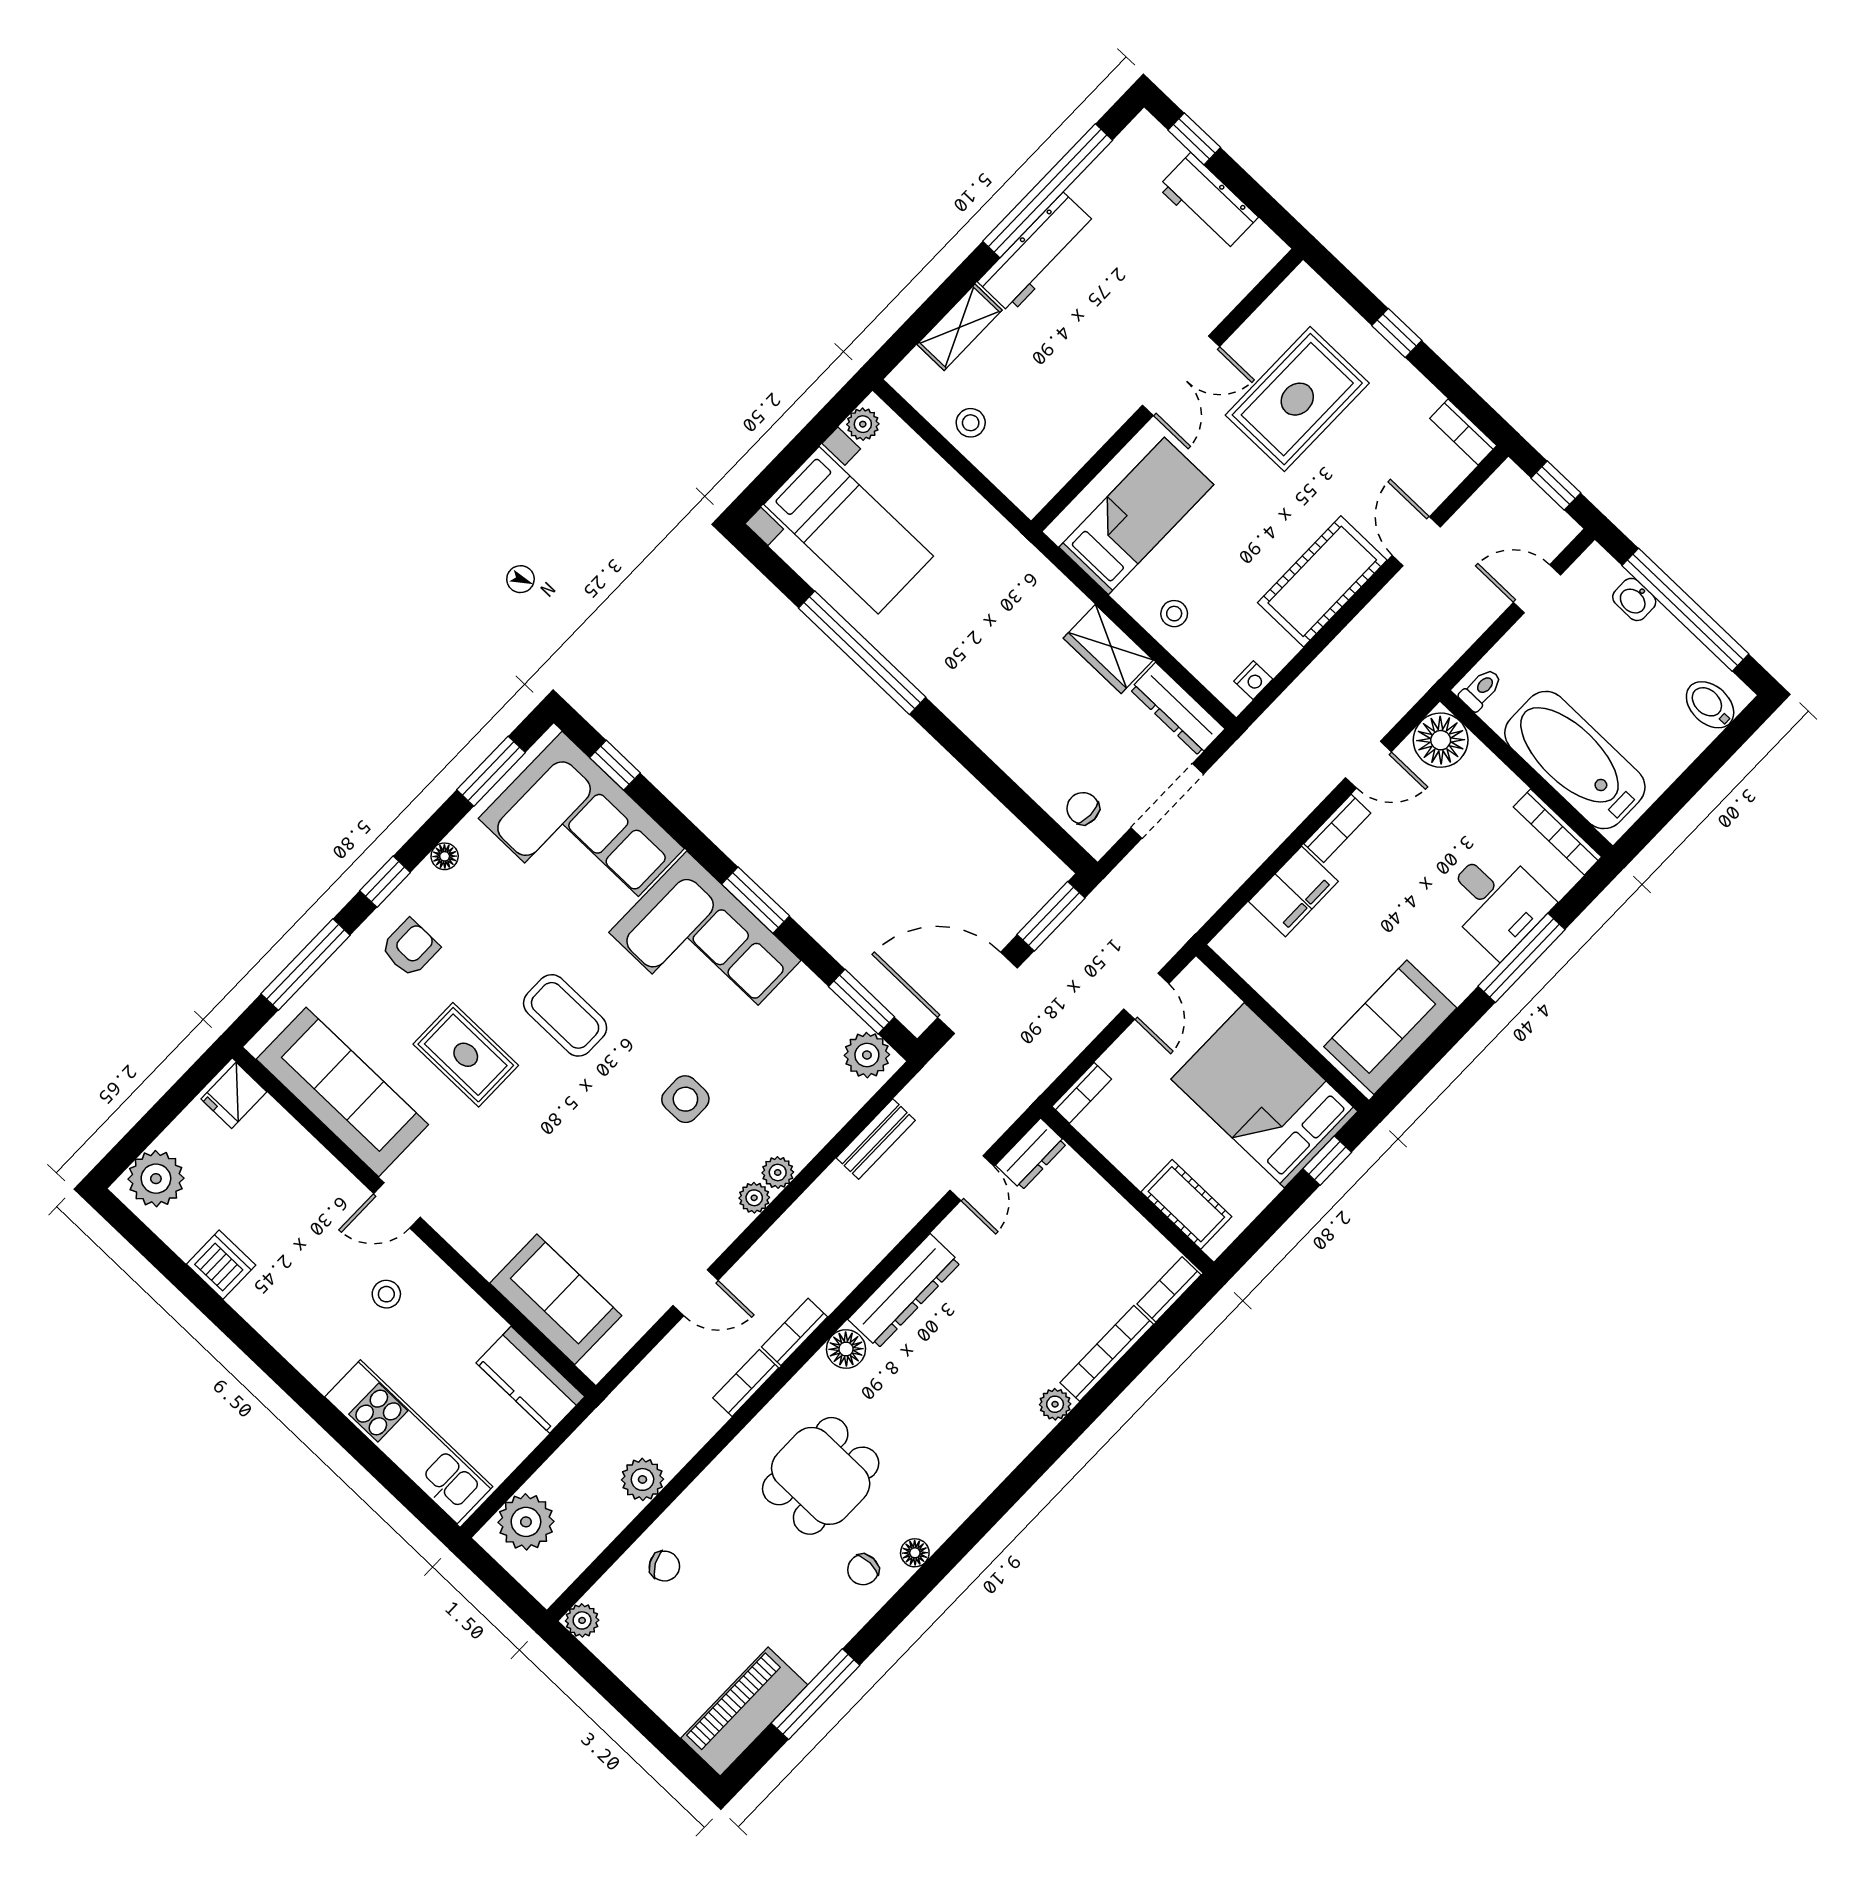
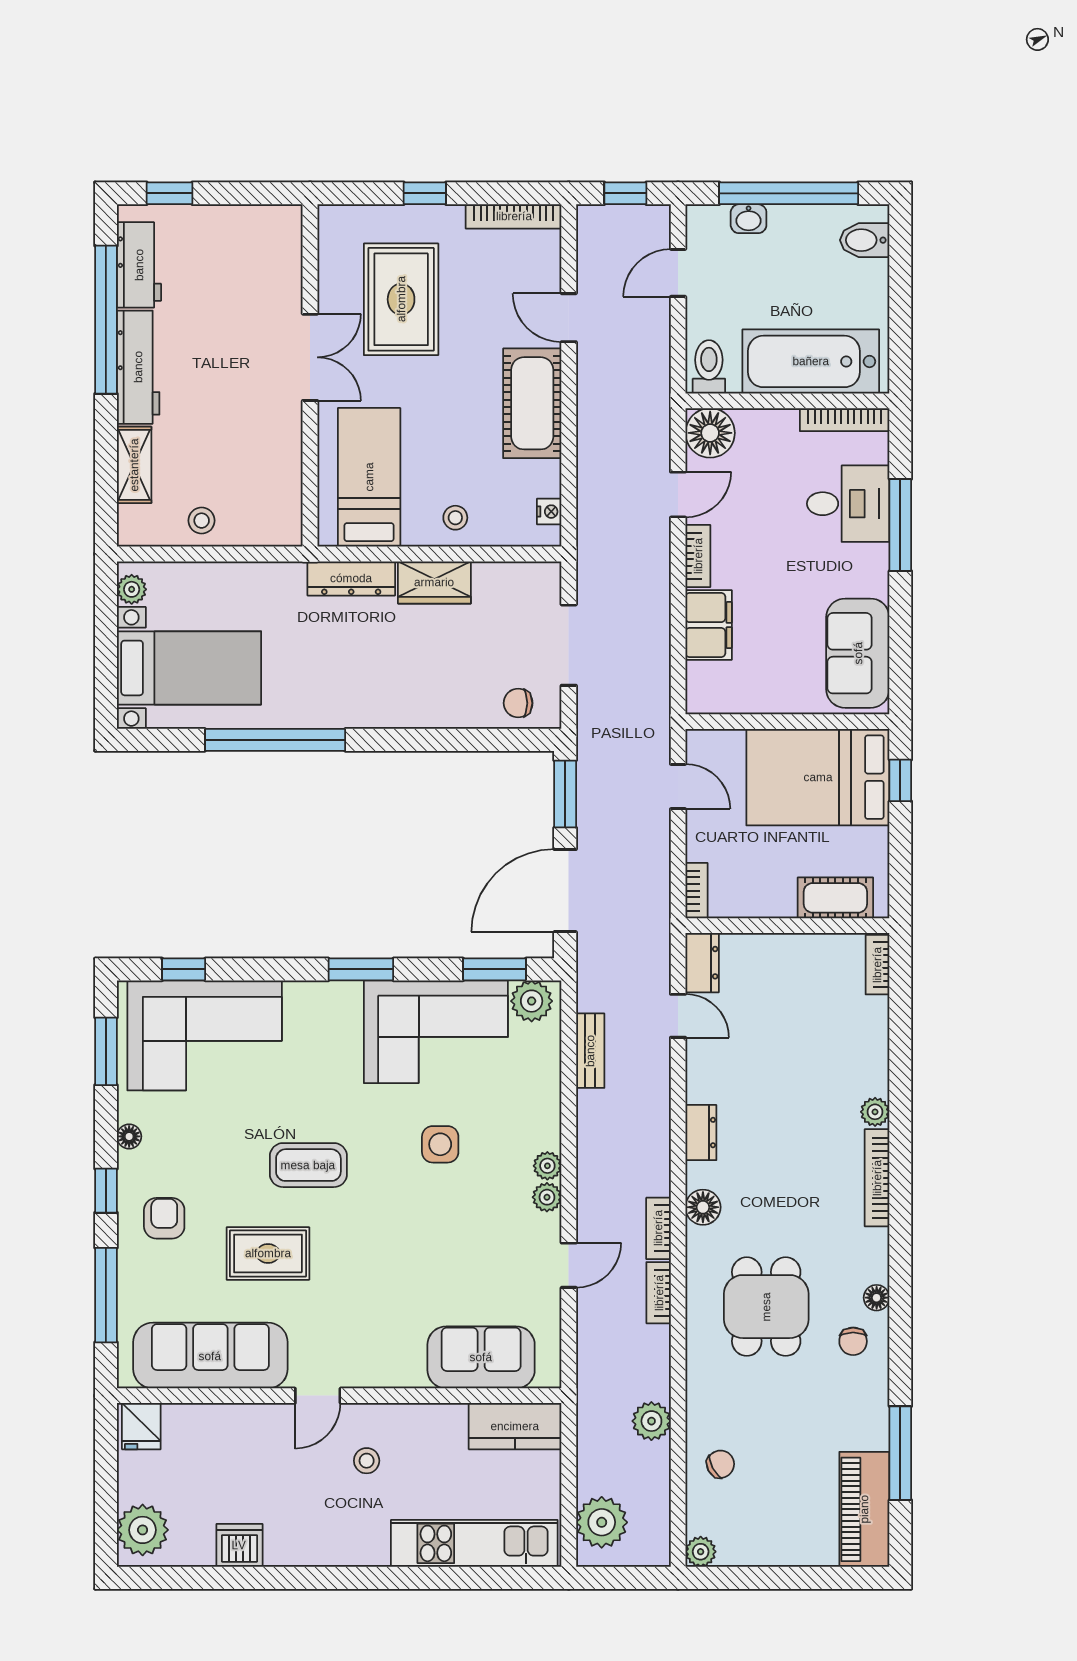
workbench: (1208, 202) -> (139, 265), moved, turned -90
bookcase: (1463, 432) -> (514, 216), width x1.56
toilet: (1481, 689) -> (709, 367), width x1.37, depth x1.39
dresser: (1177, 709) -> (351, 578), moved
corner sofa: (705, 946) -> (436, 1032), moved
plant: (778, 1172) -> (547, 1197), moved
dresser: (904, 1291) -> (701, 1133), width x0.51, depth x0.80
bookcase: (1107, 1353) -> (877, 1178), moved

